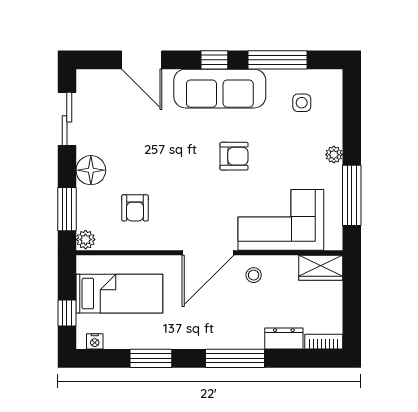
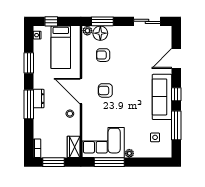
armchair: (234, 156) -> (105, 90), moved, turned 90
floor lamp: (91, 170) -> (100, 33), moved
corner sofa: (281, 220) -> (103, 142), moved, turned -90
window: (352, 308) -> (54, 162), added
dresser: (284, 338) -> (39, 99), moved

